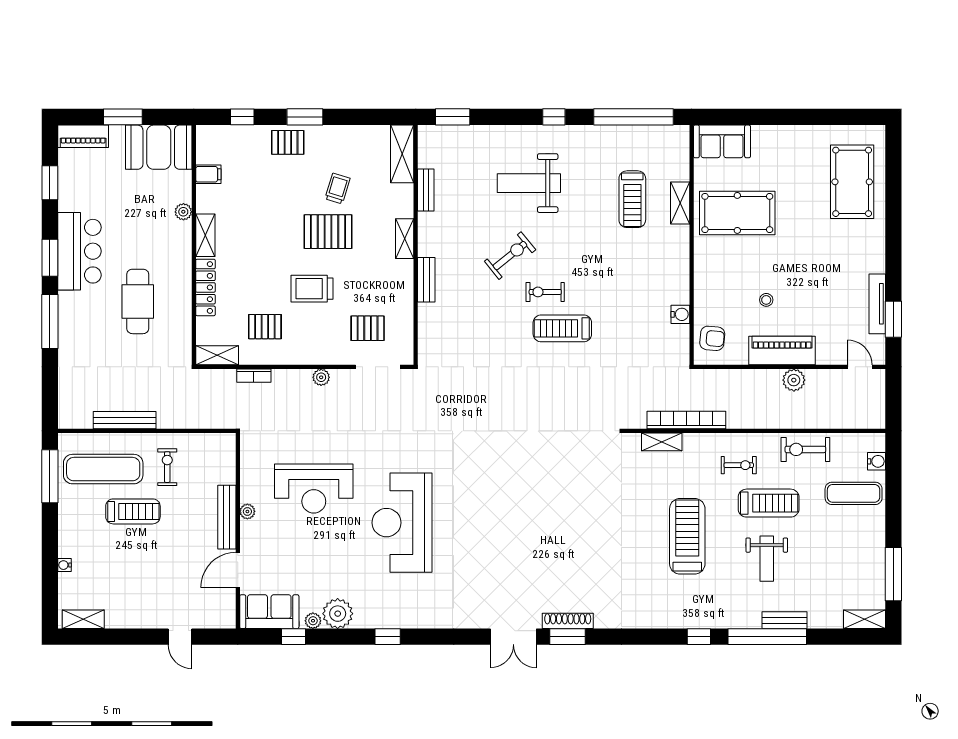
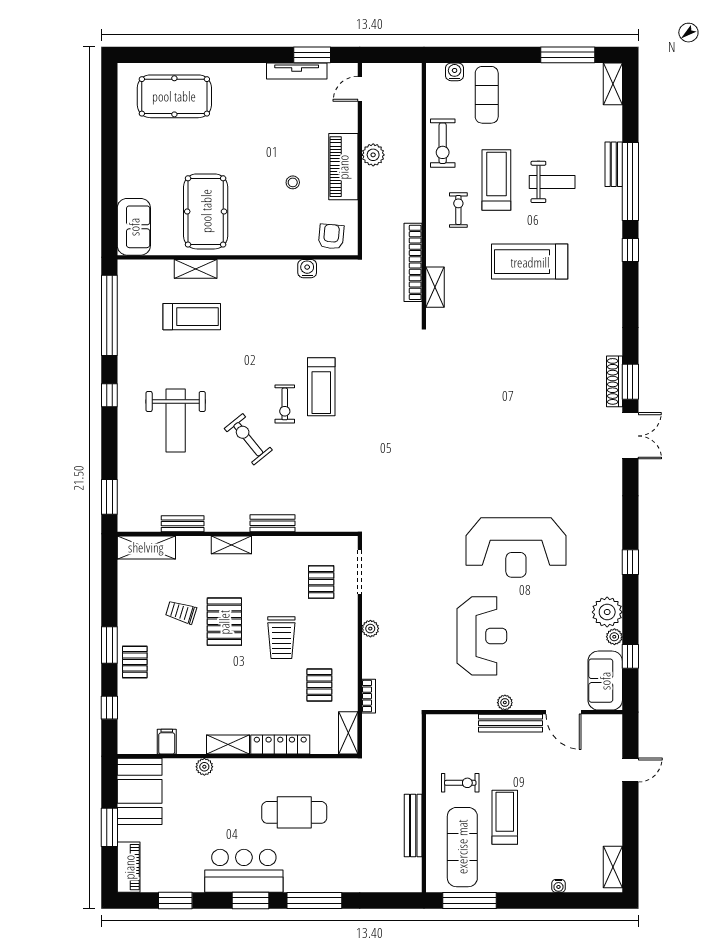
exercise bike: (167, 467) -> (460, 783), turned 180

